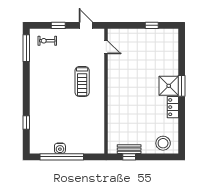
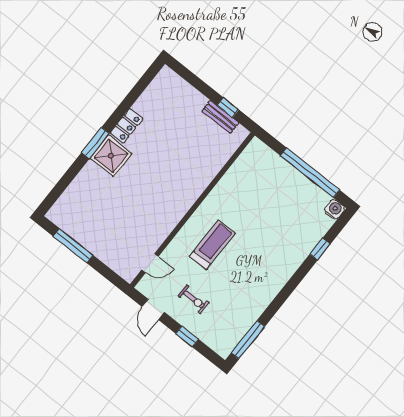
window: (152, 25) -> (73, 246), width x2.17
exercise bike: (47, 41) -> (194, 299), moved
door: (106, 47) -> (150, 263), swing flipped
stool: (163, 143) -> (174, 91), removed
water cooler: (60, 148) -> (335, 209), moved

